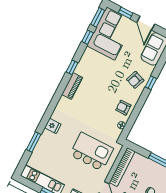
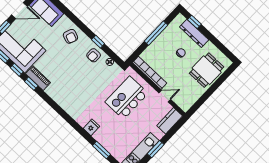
window: (72, 67) -> (31, 84), moved
window: (151, 83) -> (98, 42), moved
piano: (72, 86) -> (38, 78), moved

